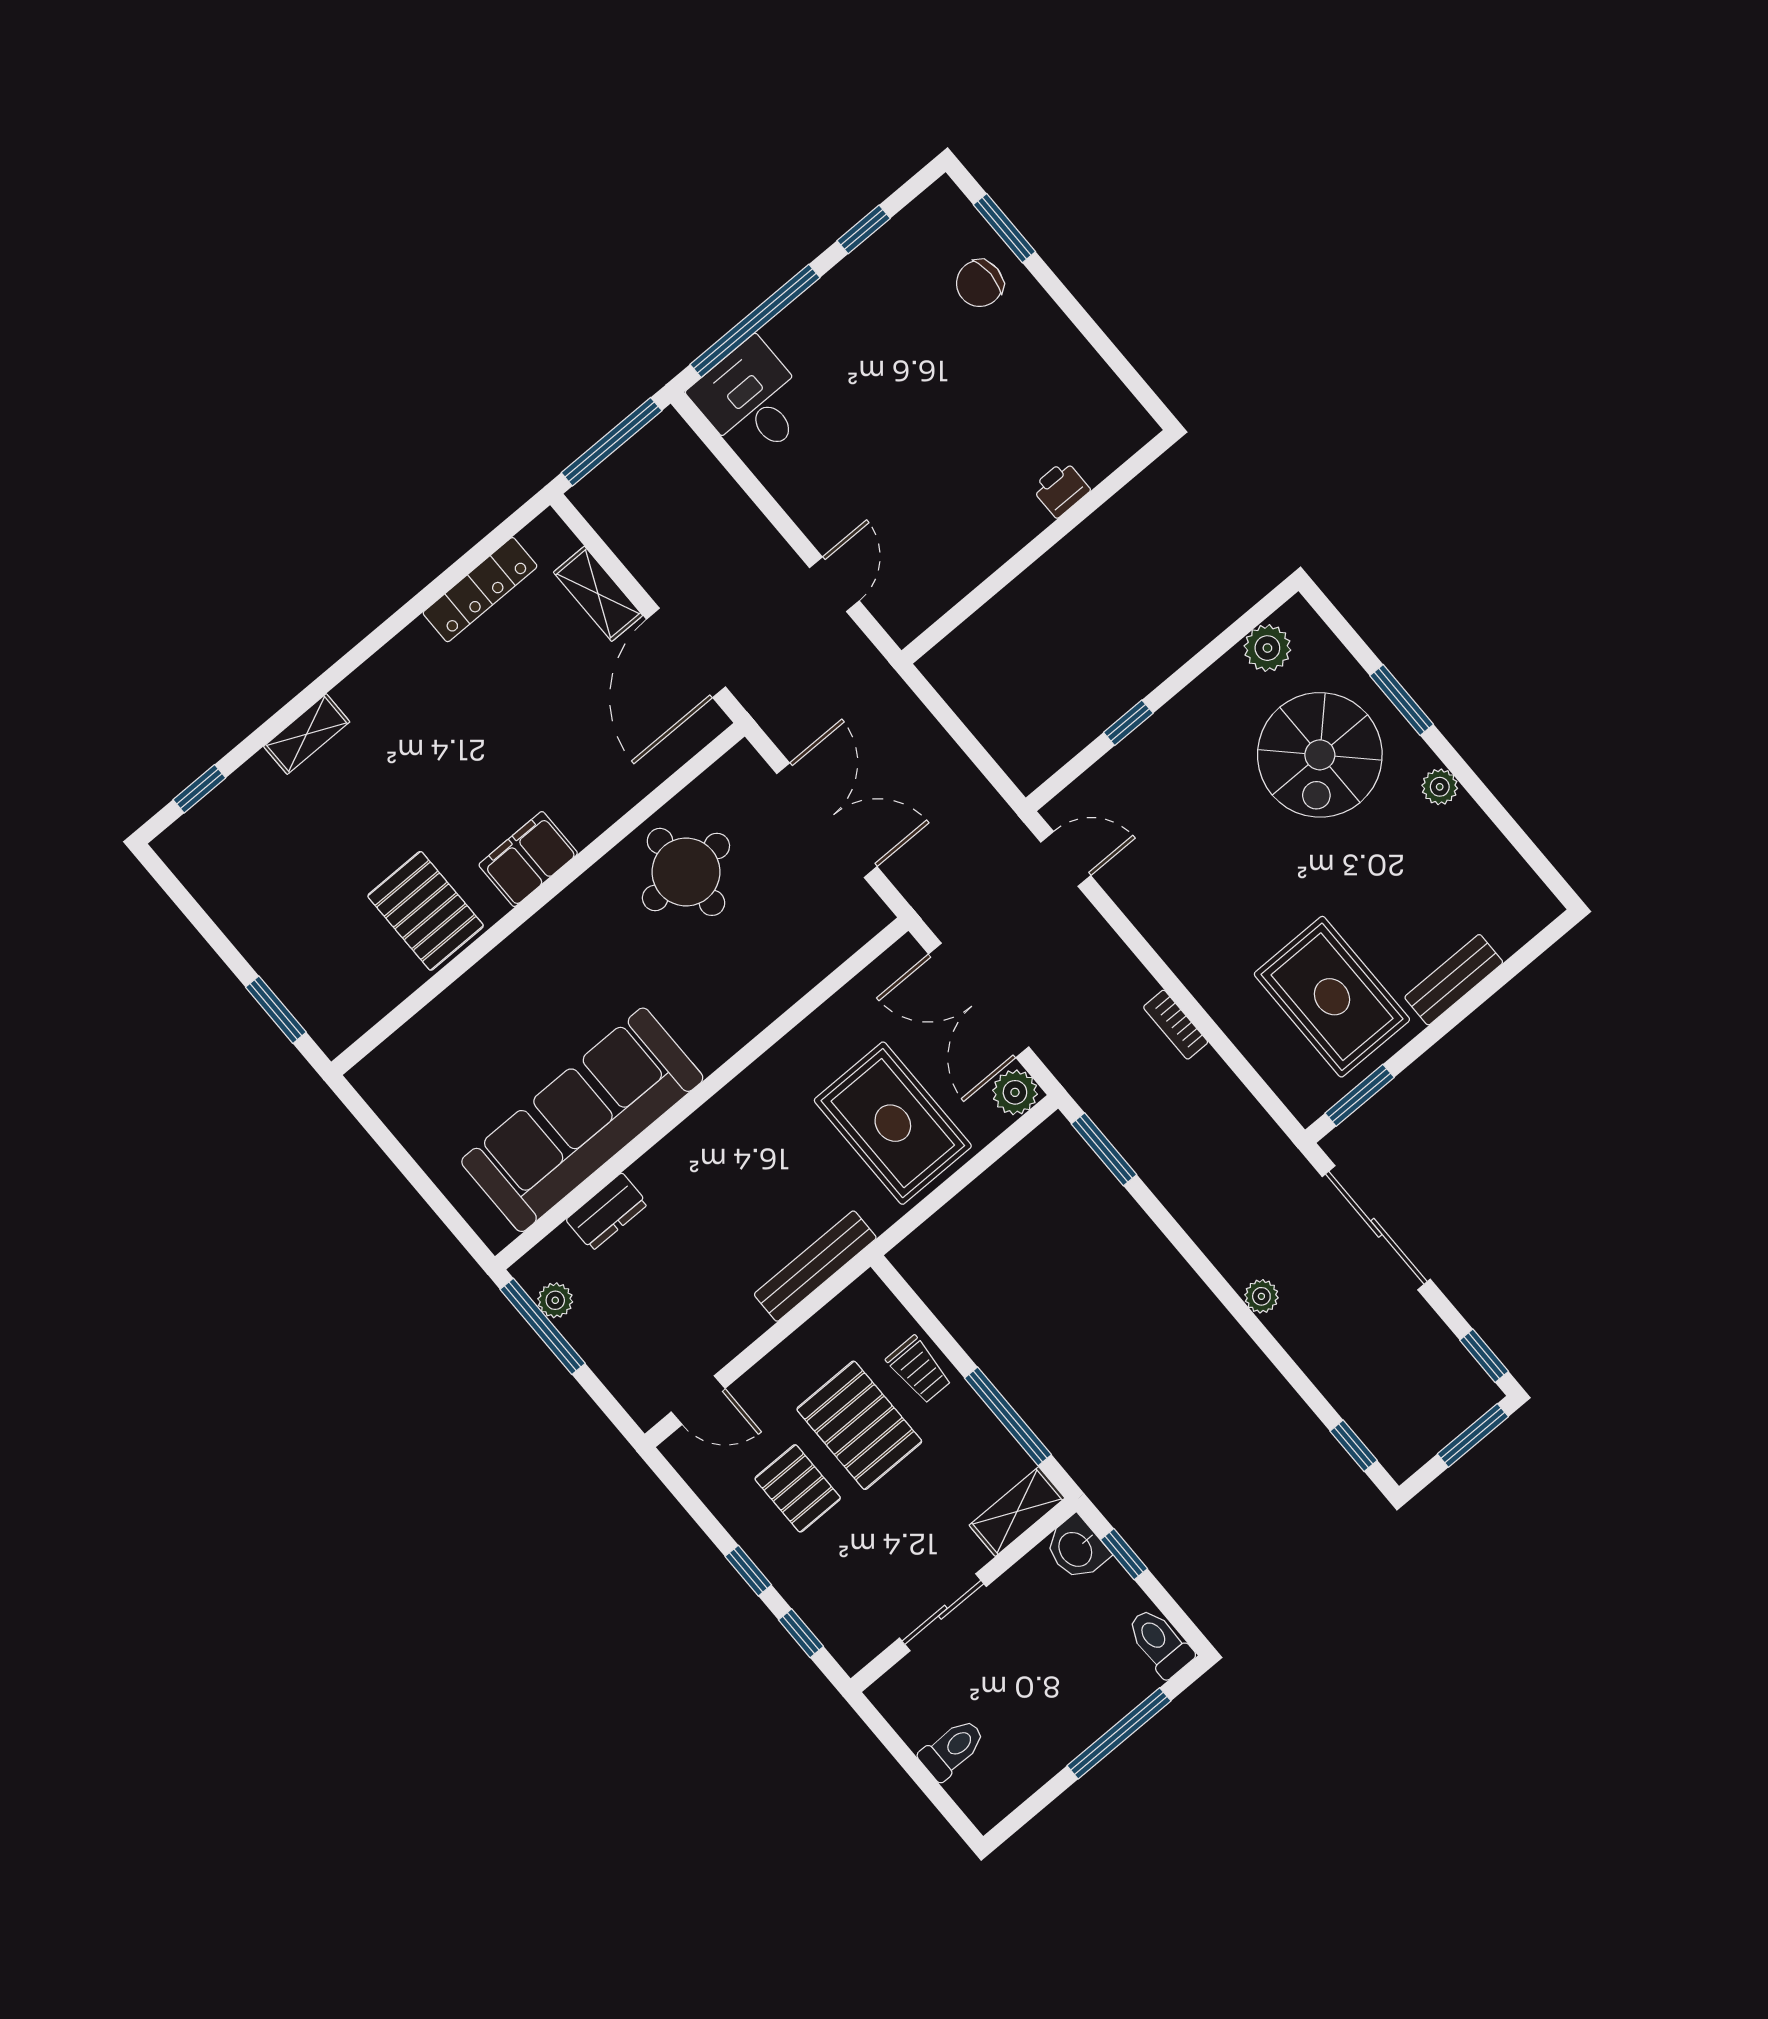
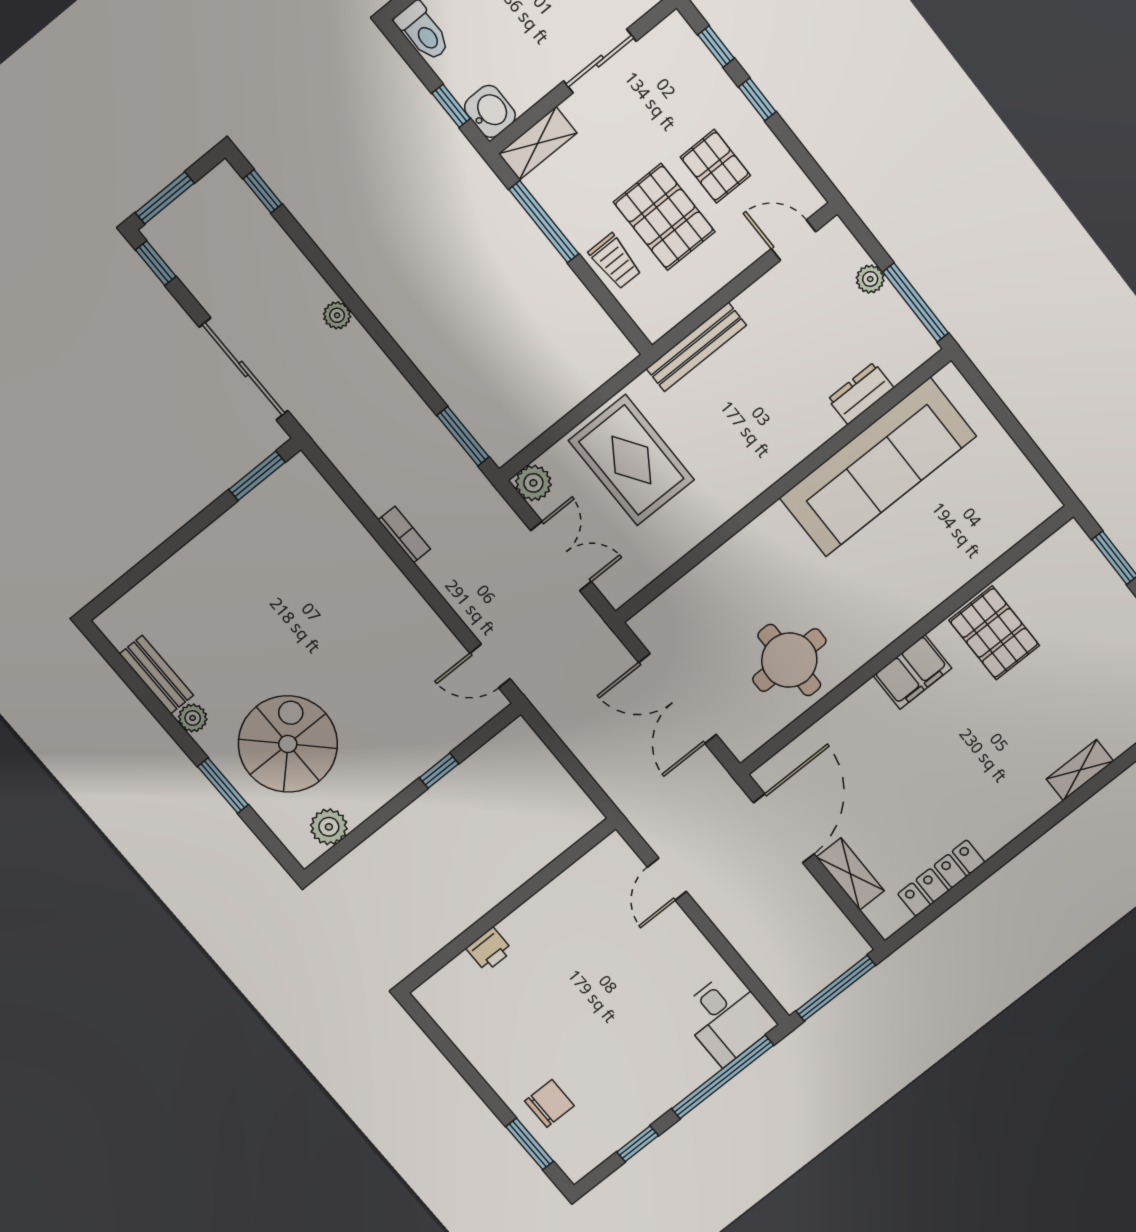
bench: (1454, 980) -> (156, 675), moved, turned 90
rug: (1332, 997) -> (279, 555), removed
double door: (979, 1000) -> (561, 556), width x0.73
plant: (555, 1300) -> (870, 279), moved
trolley: (919, 1370) -> (615, 261), turned 180

